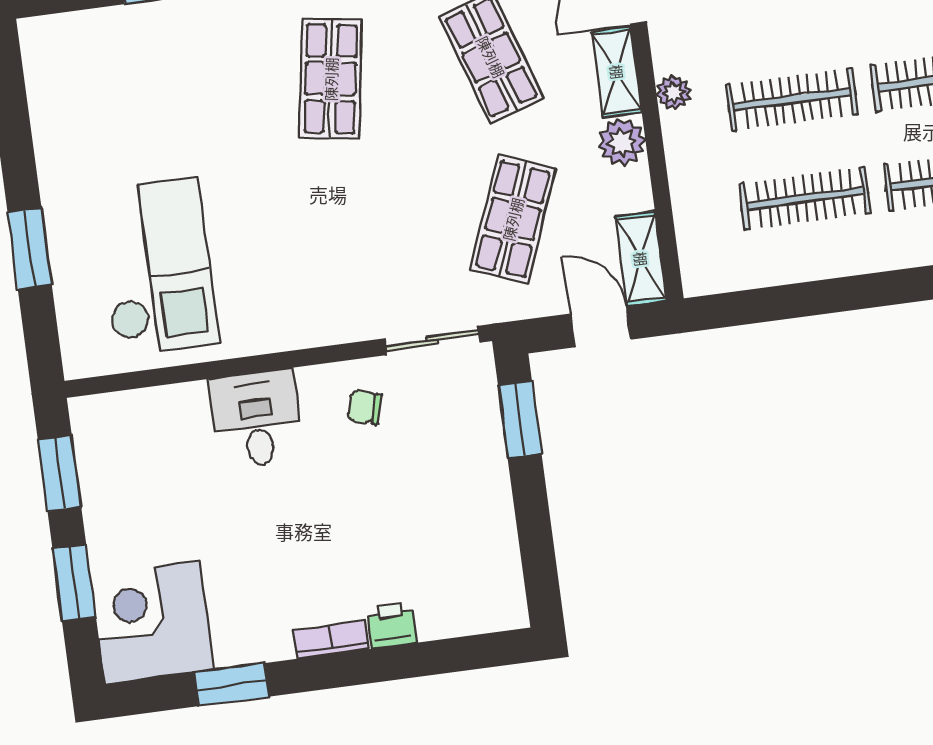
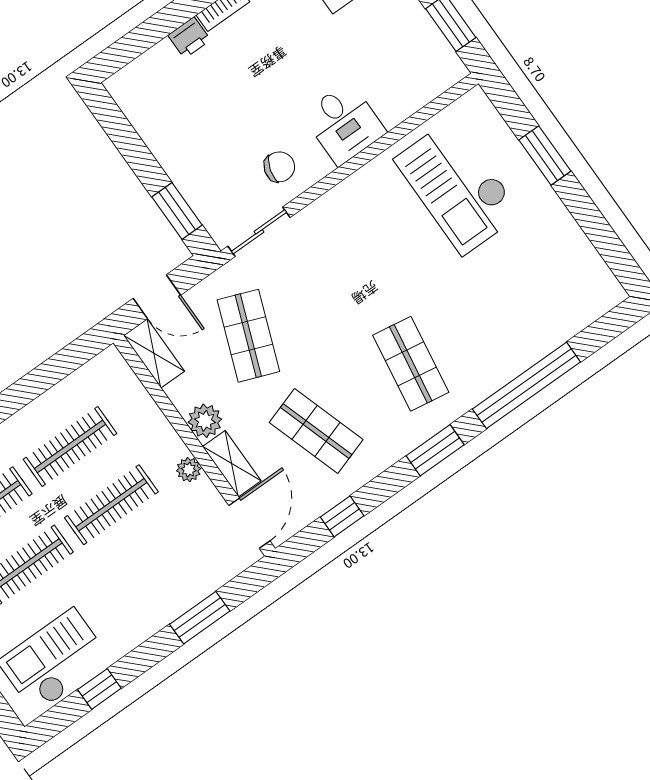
chair: (365, 407) -> (279, 167), width x1.37, depth x1.37

